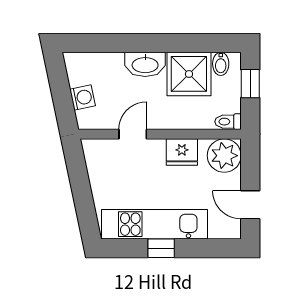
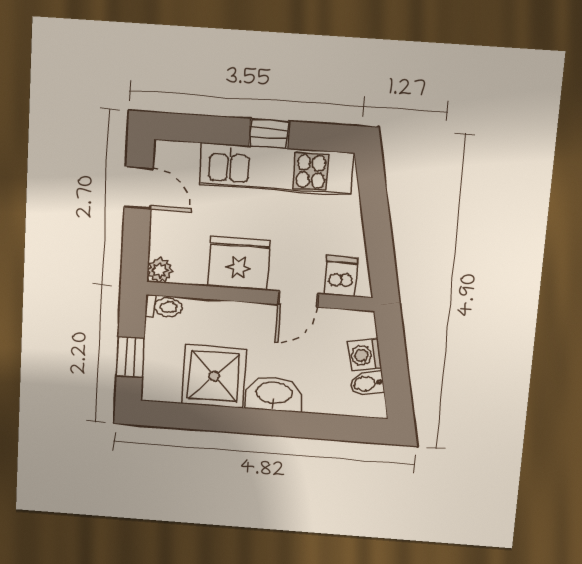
bidet: (221, 64) -> (367, 383), moved, turned -102
fridge: (182, 152) -> (239, 263), width x1.36, depth x1.34
dishwasher: (104, 153) -> (341, 276), added
plant: (224, 156) -> (160, 270), width x0.53, depth x0.53

